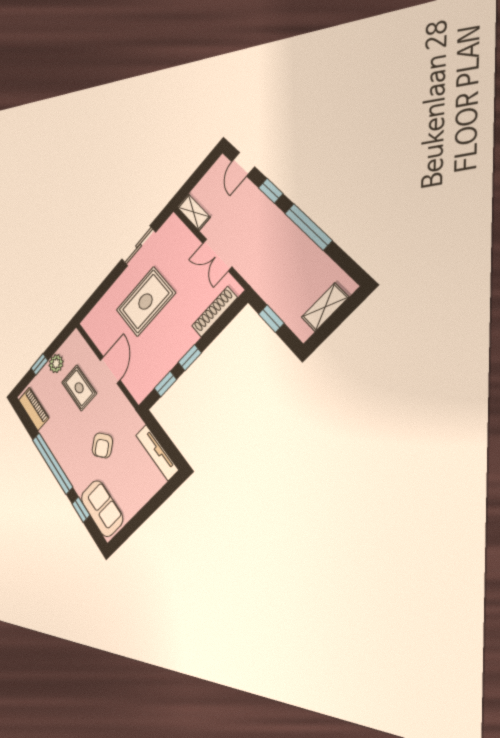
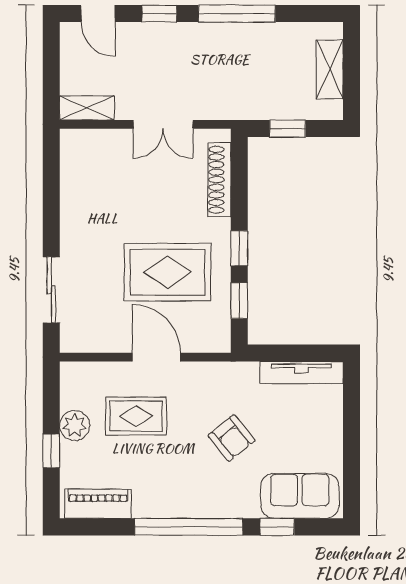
sliding door: (139, 246) -> (51, 290), moved
rug: (145, 302) -> (167, 272), moved, turned 90

